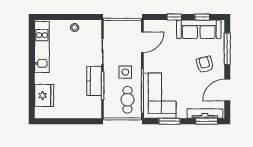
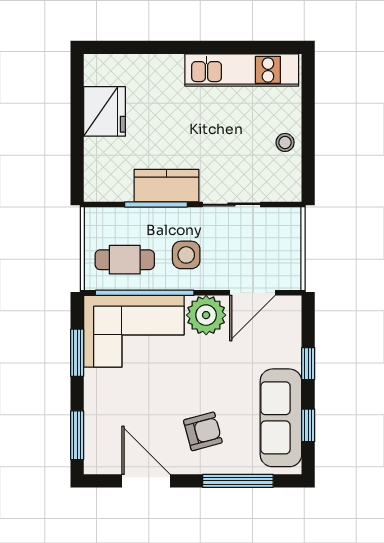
door: (142, 42) -> (252, 293), hinge flipped
plant: (152, 63) -> (206, 315), added
fridge: (44, 95) -> (105, 111), moved, turned -90
tv unit: (205, 113) -> (94, 431), removed

